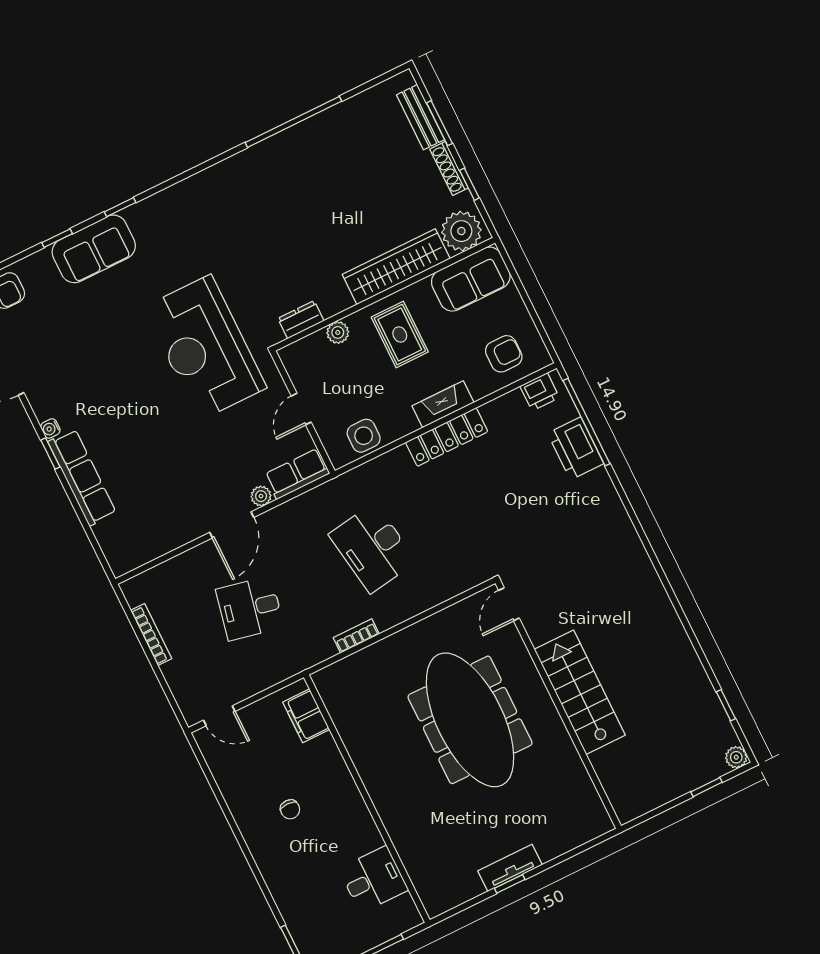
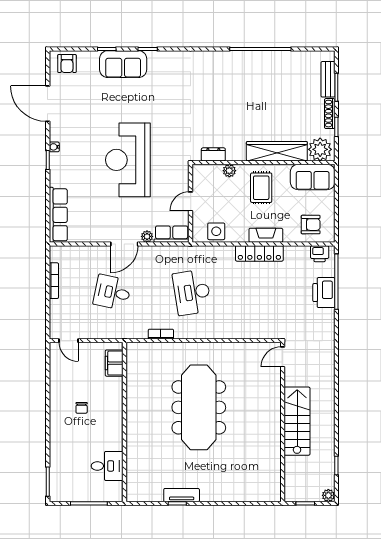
reception desk: (205, 348) -> (128, 160), moved
row of seats: (82, 477) -> (58, 215), moved
door: (509, 604) -> (283, 357), moved
stairs: (580, 692) -> (297, 421), moved
wall: (558, 704) -> (283, 422), moved

